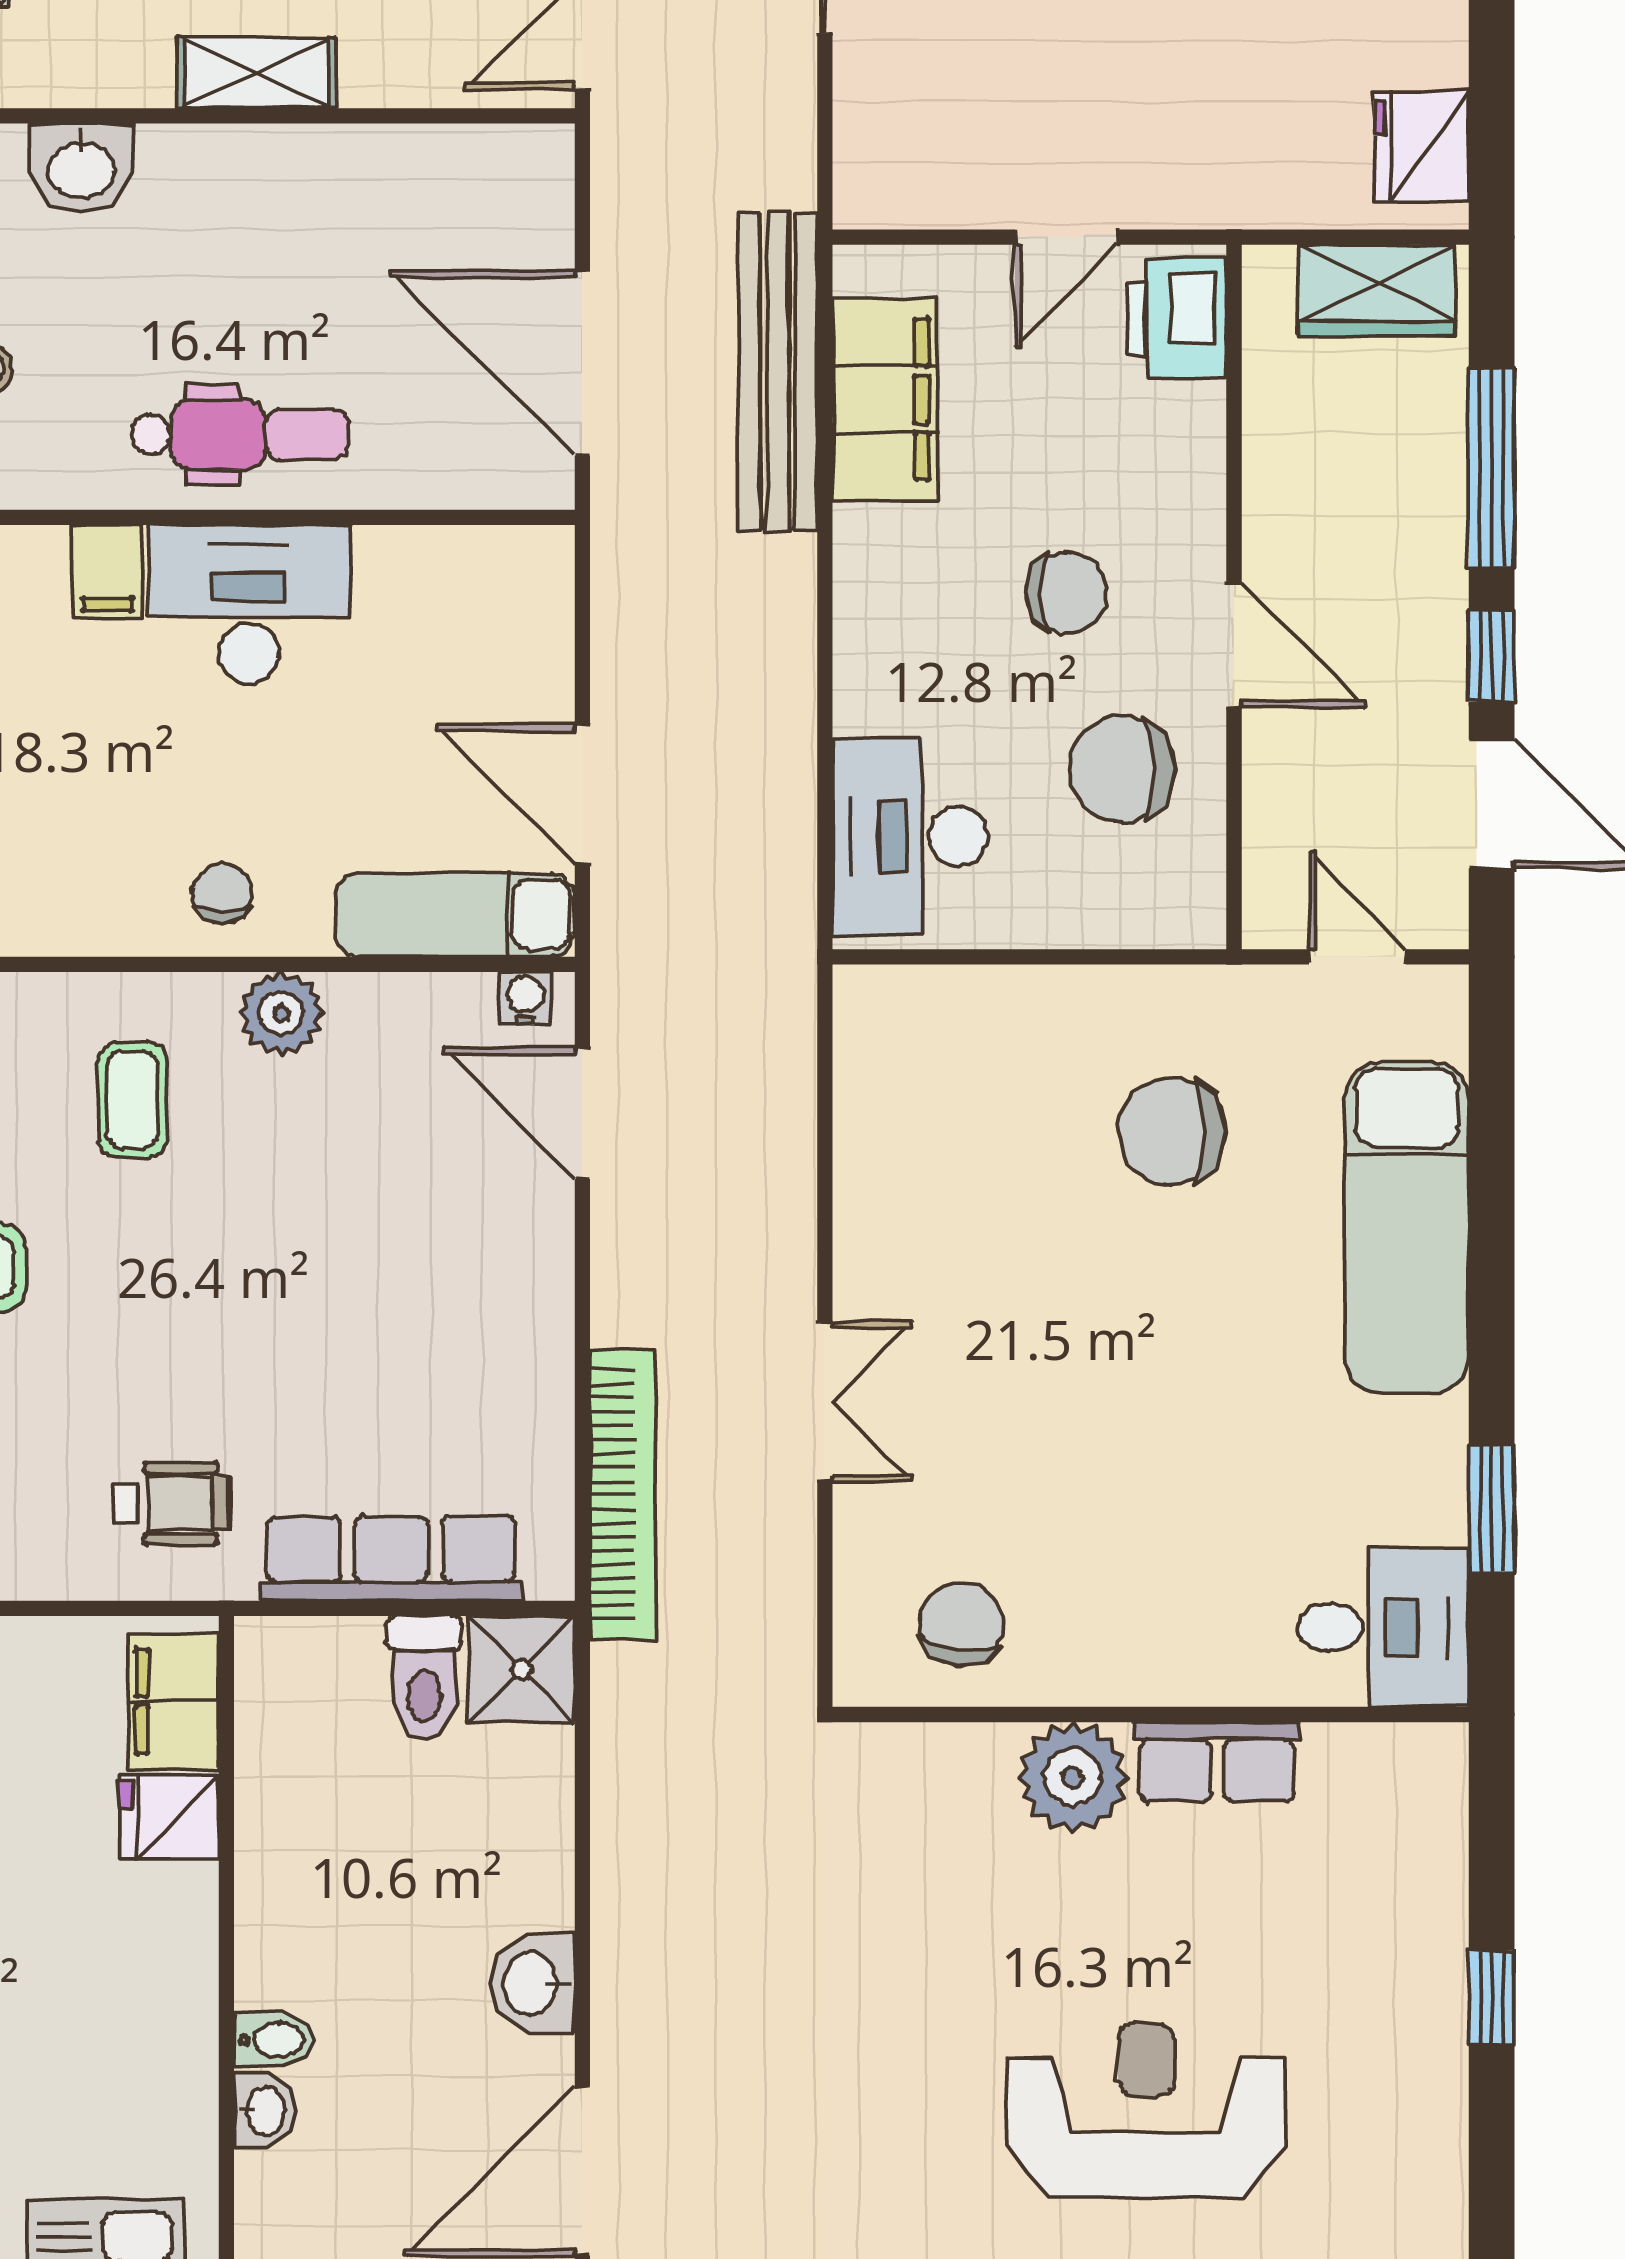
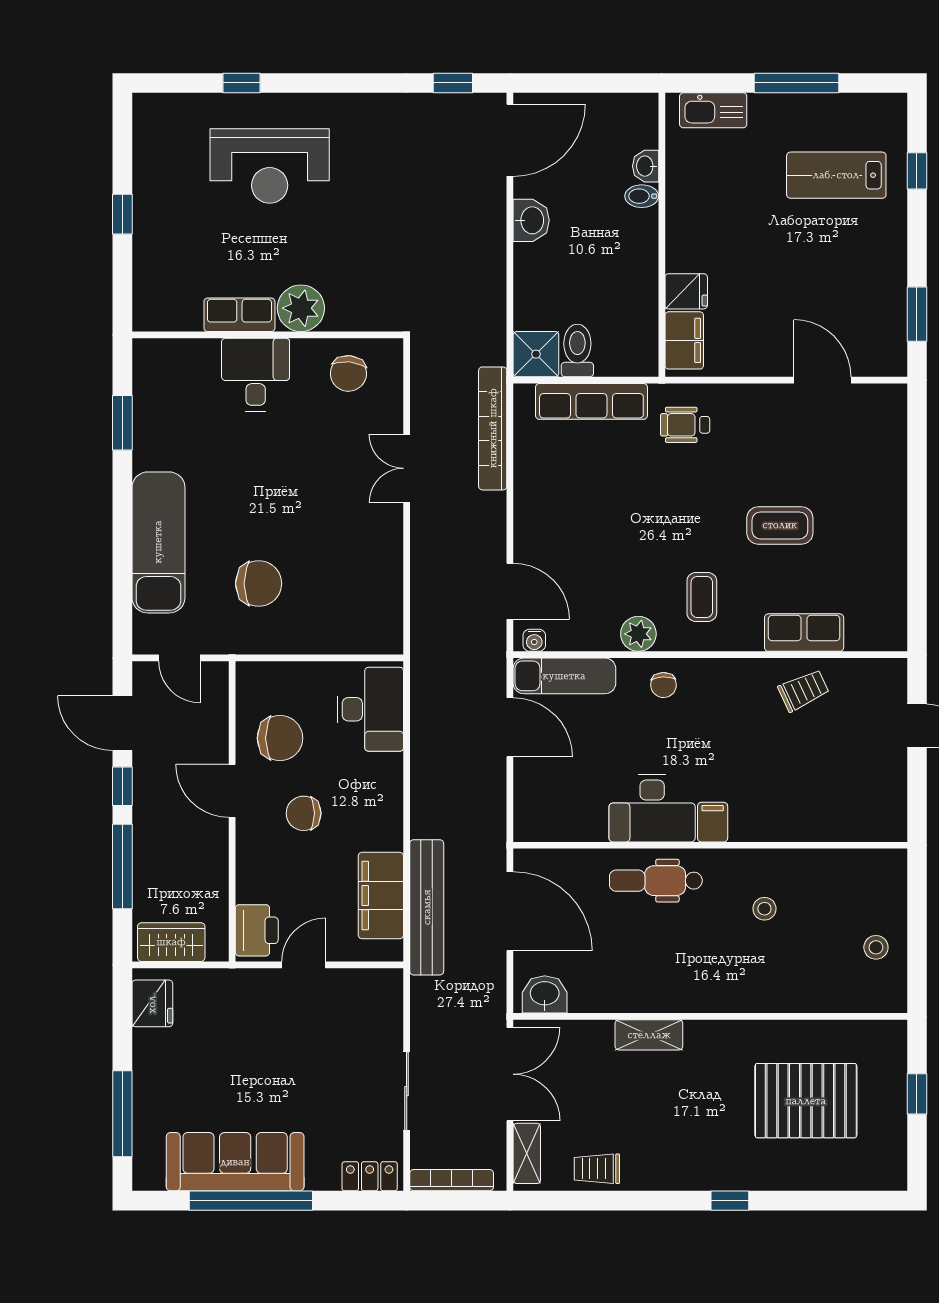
washbasin: (81, 168) -> (545, 994), moved
desk: (1383, 1627) -> (256, 375), moved, turned 90

